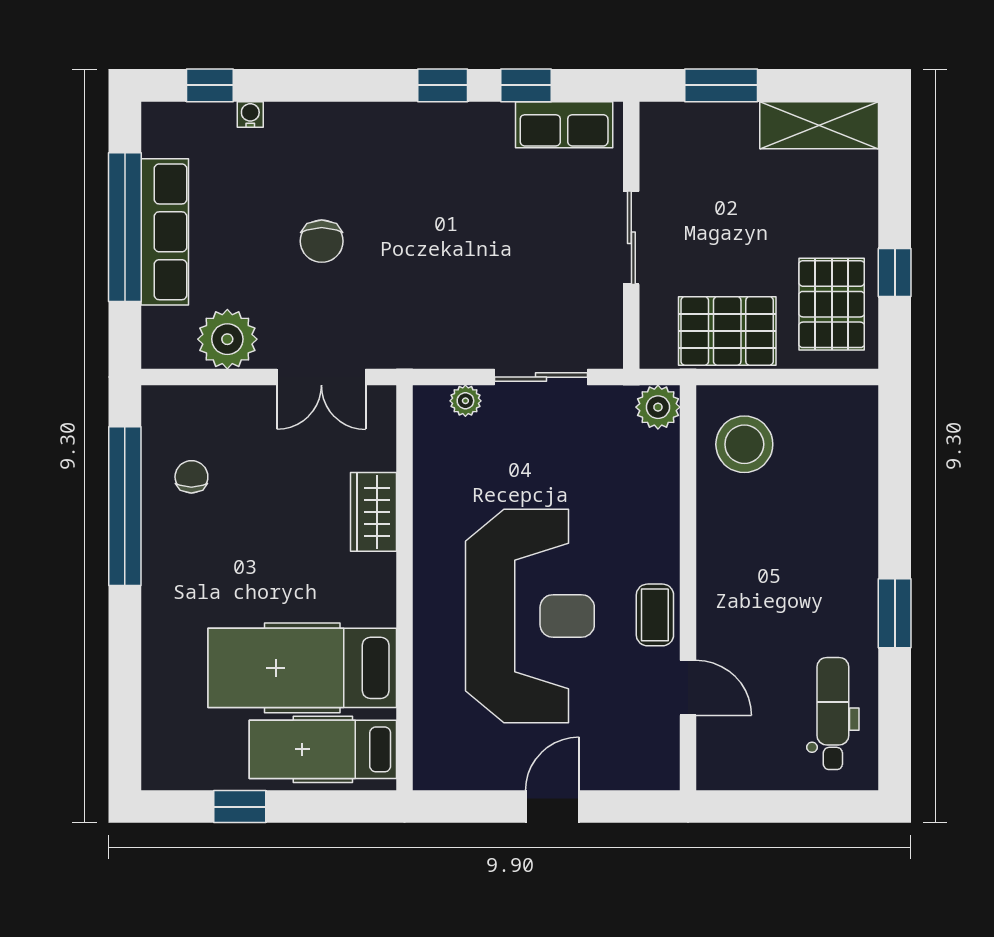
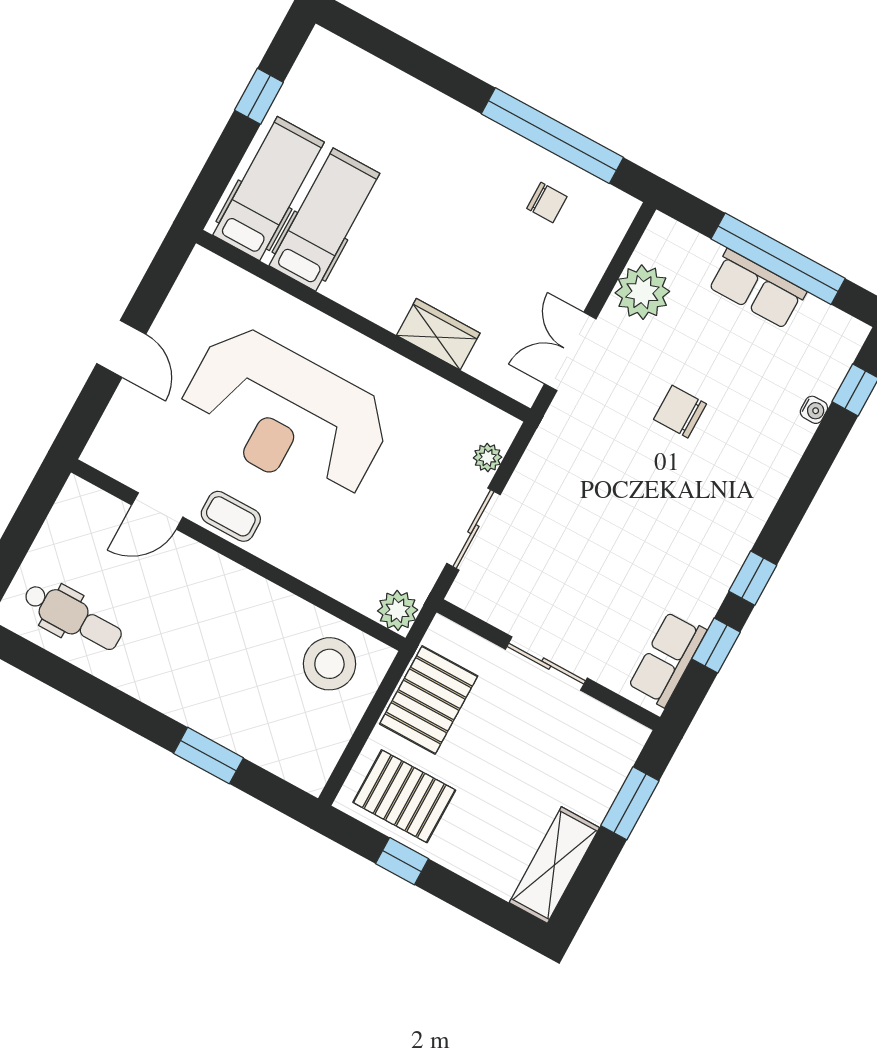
row of seats: (165, 232) -> (757, 289), width x0.68
window: (895, 613) -> (208, 756), moved
hospital bed: (302, 668) -> (324, 220), width x0.73, depth x0.78

